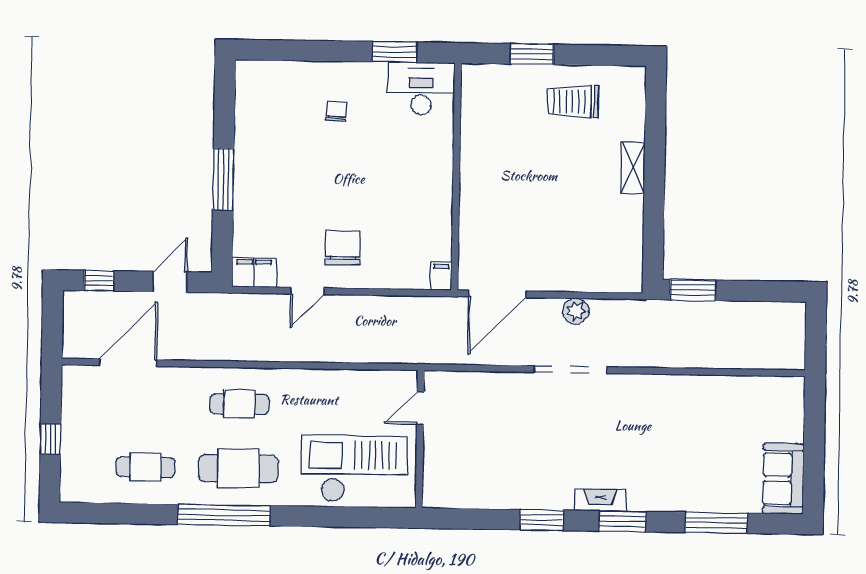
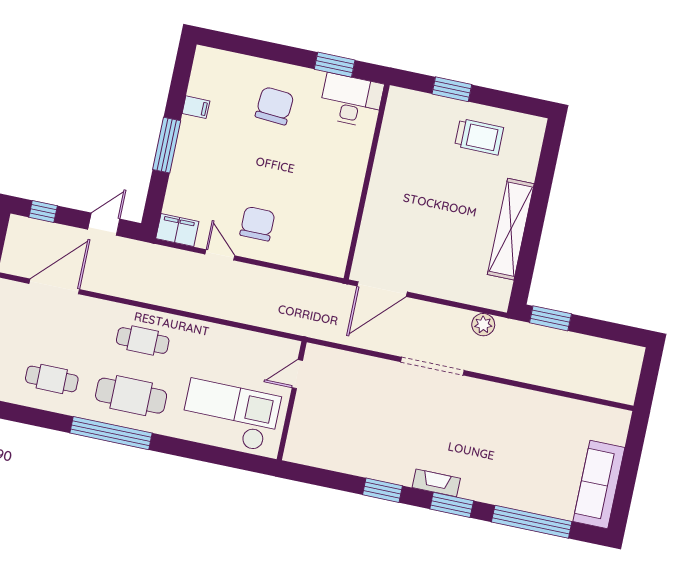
trolley: (573, 101) -> (479, 137), turned 180
chair: (336, 111) -> (275, 106), width x1.87, depth x1.87
shelving: (633, 168) -> (511, 229), width x2.20, depth x1.33
filing cabinet: (441, 276) -> (196, 107), moved, turned 90
door: (307, 291) -> (220, 255), swing flipped
plant: (576, 311) -> (483, 325), moved
sofa: (783, 479) -> (599, 484), width x1.36
window: (716, 523) -> (532, 522), width x1.46

